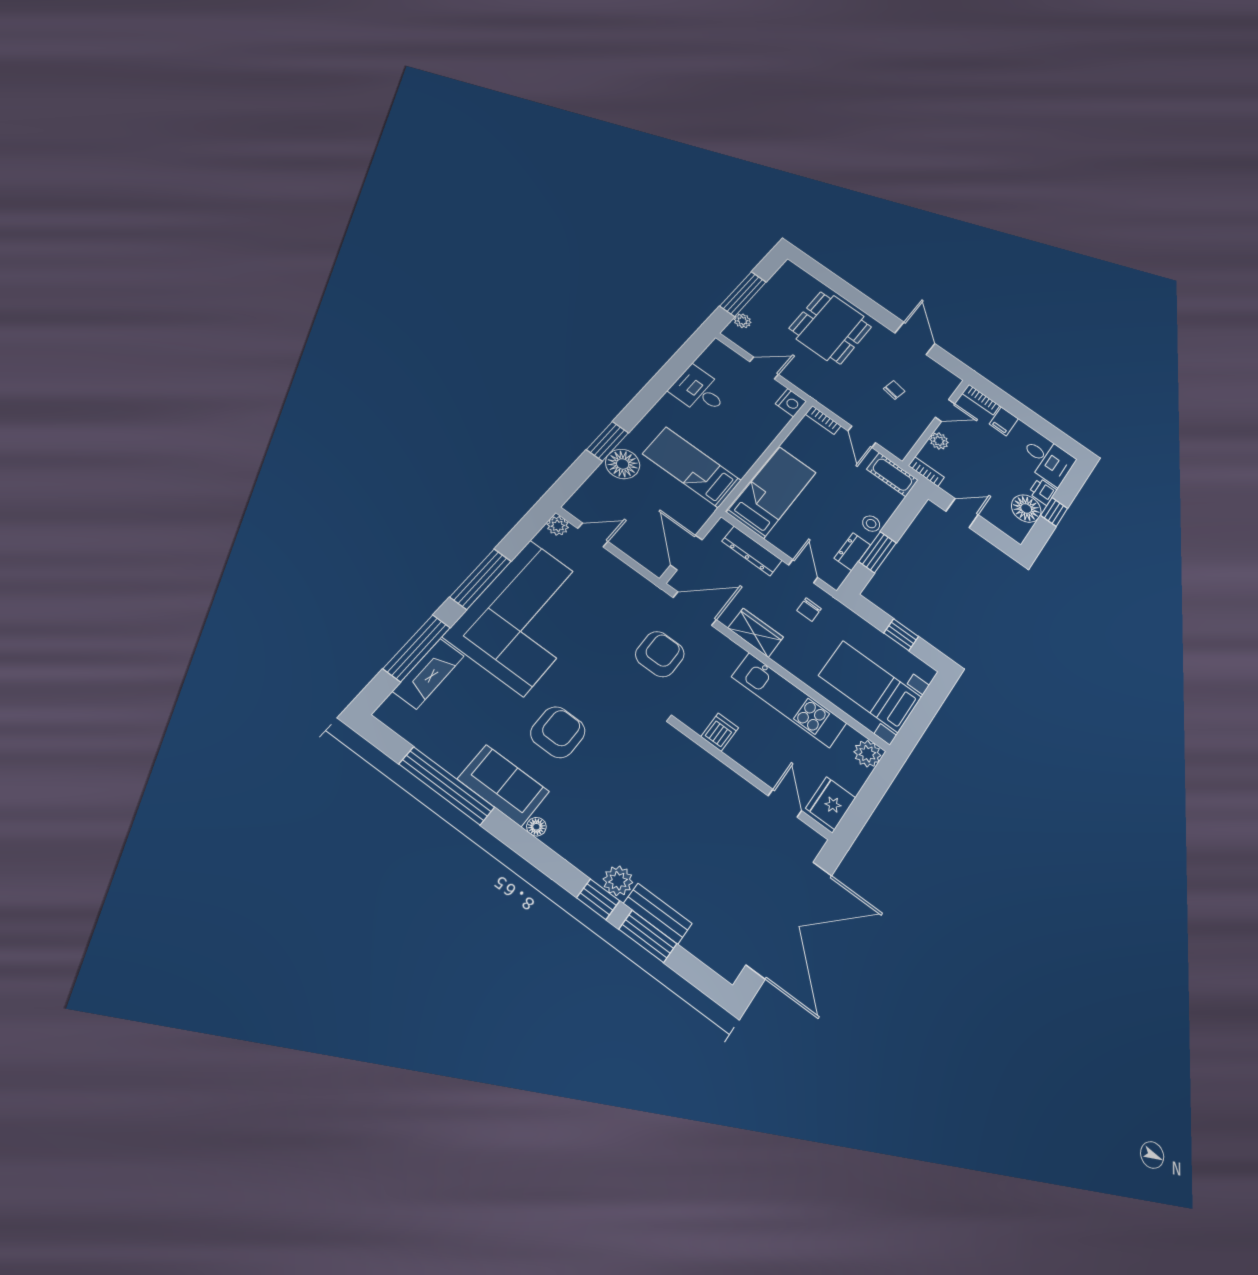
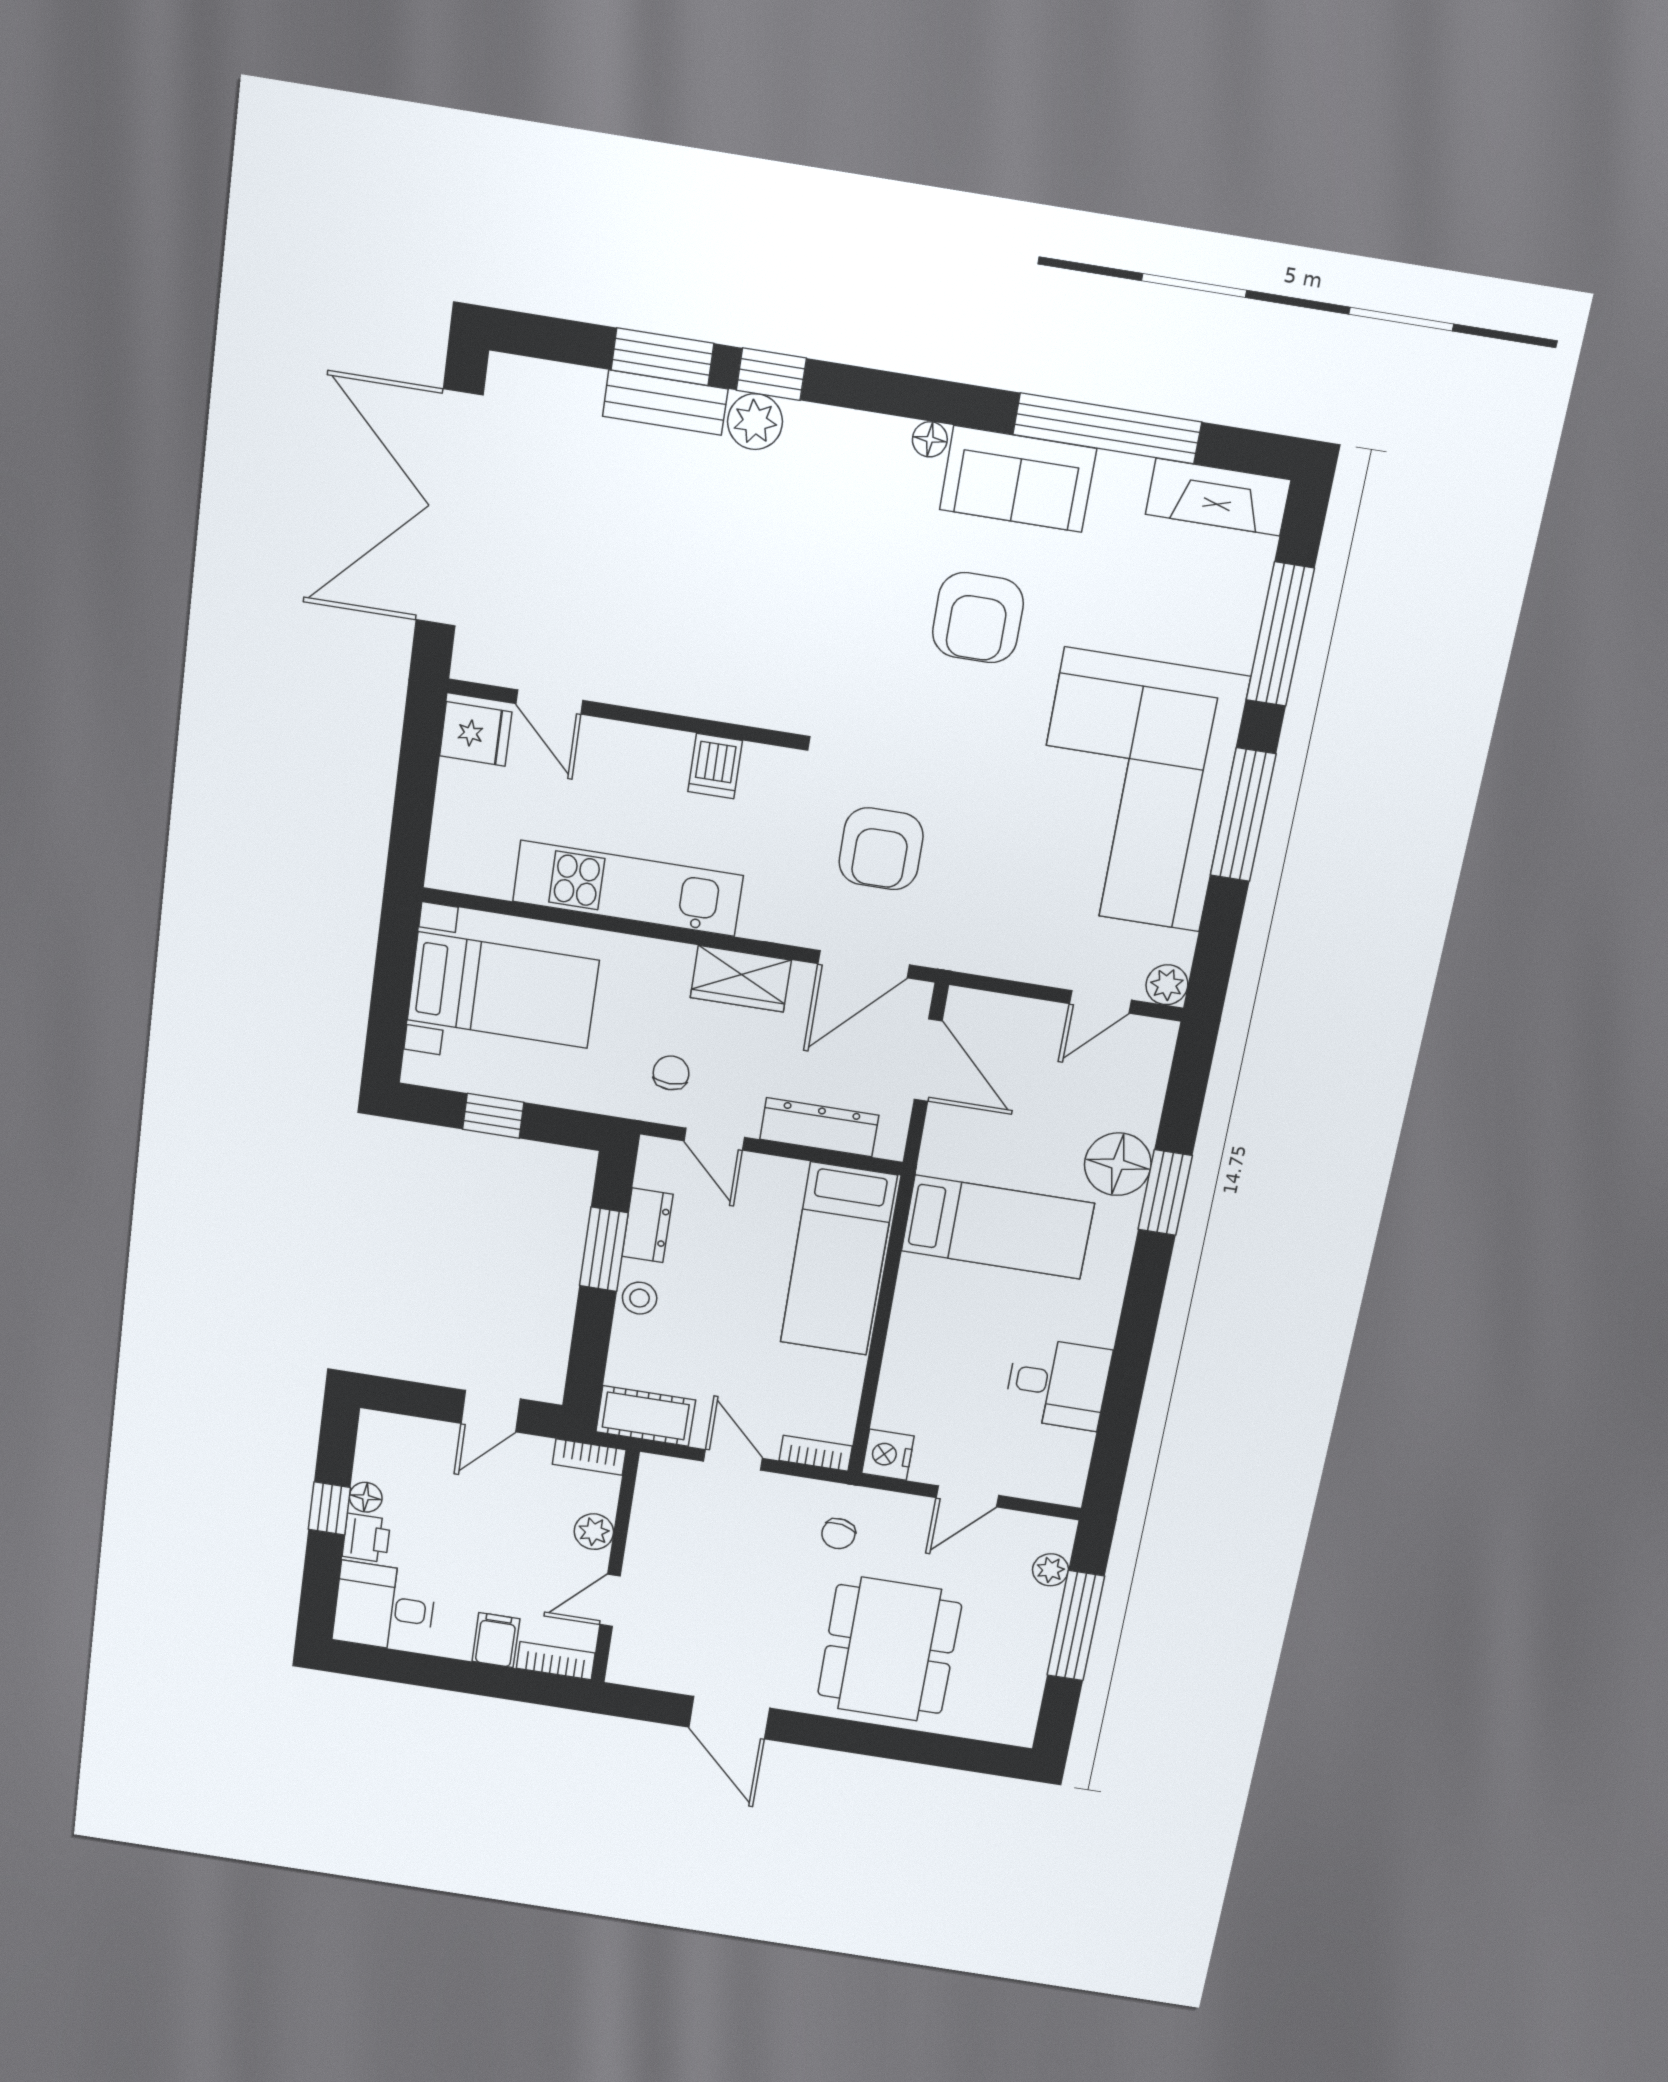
chair: (894, 390) -> (838, 1534), moved
floor lamp: (1026, 508) -> (366, 1497), width x0.53, depth x0.53
fireplace: (428, 674) -> (1218, 497), moved, turned -90
plant: (867, 754) -> (453, 866), removed
fridge: (831, 803) -> (476, 734), width x0.72

